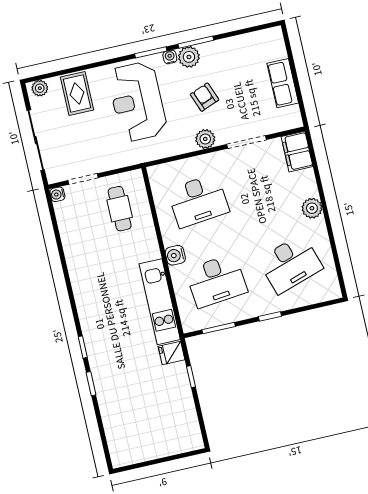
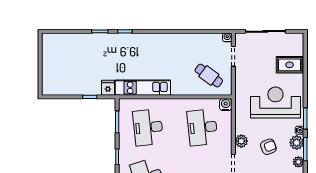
plant: (40, 88) -> (298, 162), moved
cafe table: (120, 209) -> (209, 76), turned 36
water cooler: (175, 255) -> (226, 105), moved

